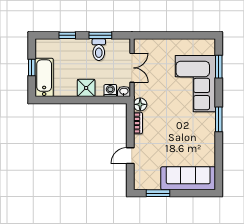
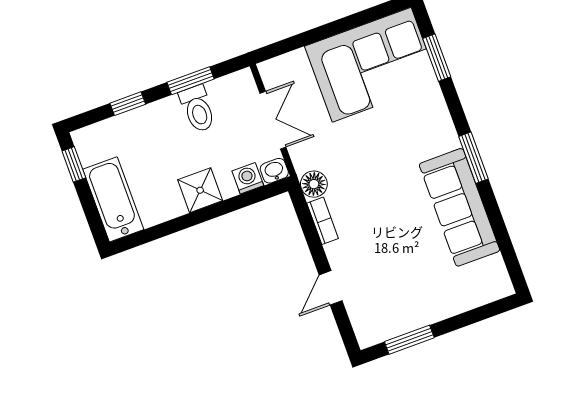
window: (32, 67) -> (74, 164), moved
corner sofa: (195, 84) -> (372, 65), moved, turned -90
sofa: (188, 178) -> (459, 207), moved, turned -90

